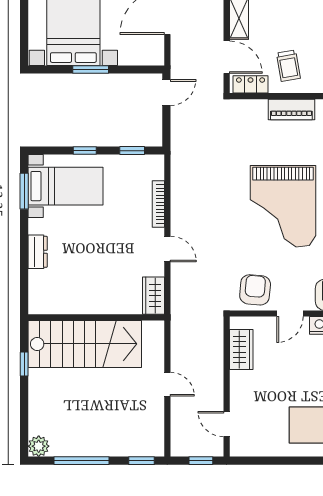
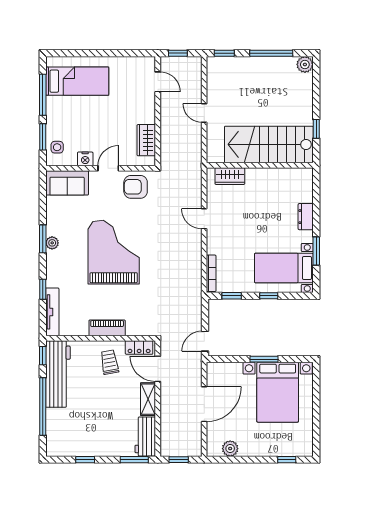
window: (24, 191) -> (316, 251), moved
bookcase: (158, 204) -> (211, 273), moved
armchair: (255, 290) -> (136, 187), turned 85
wardrobe: (153, 296) -> (230, 176), moved, turned 90

